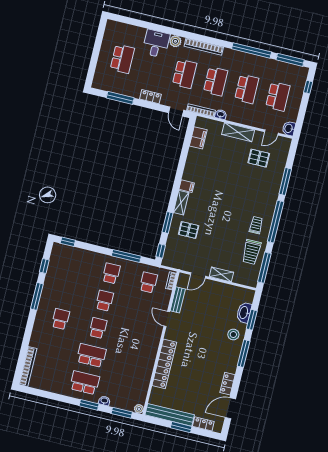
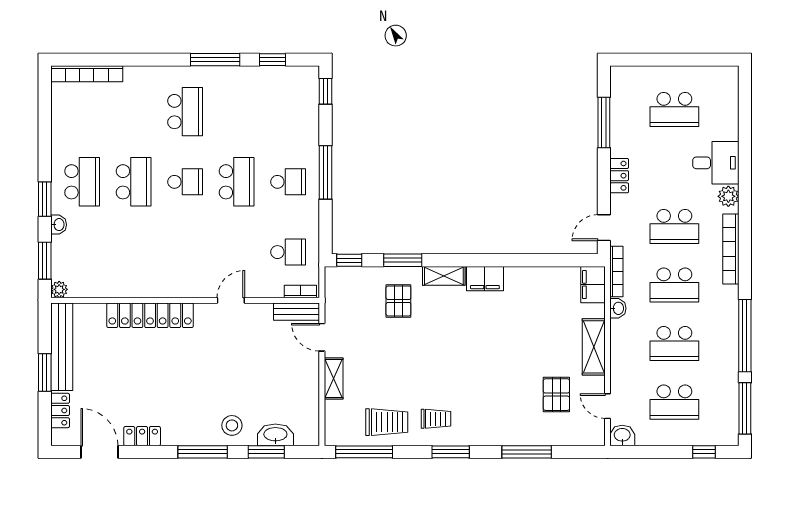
filing cabinet: (198, 138) -> (593, 285), moved, turned 90
filing cabinet: (187, 186) -> (485, 279), width x2.00
window: (276, 222) -> (451, 452), width x0.47
trolley: (251, 252) -> (387, 422), turned 180
window: (126, 256) -> (326, 172), moved
bench: (178, 300) -> (296, 312), moved
school desk: (105, 301) -> (237, 182), width x1.85
school desk: (61, 319) -> (185, 112), width x1.85

